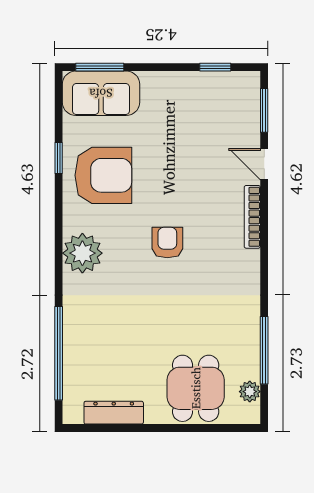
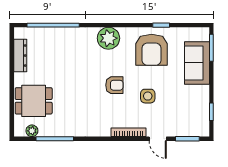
sofa: (101, 93) -> (197, 63), moved
door: (264, 164) -> (158, 139), swing flipped
side table: (187, 182) -> (148, 96), added

